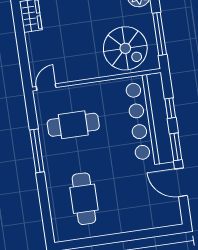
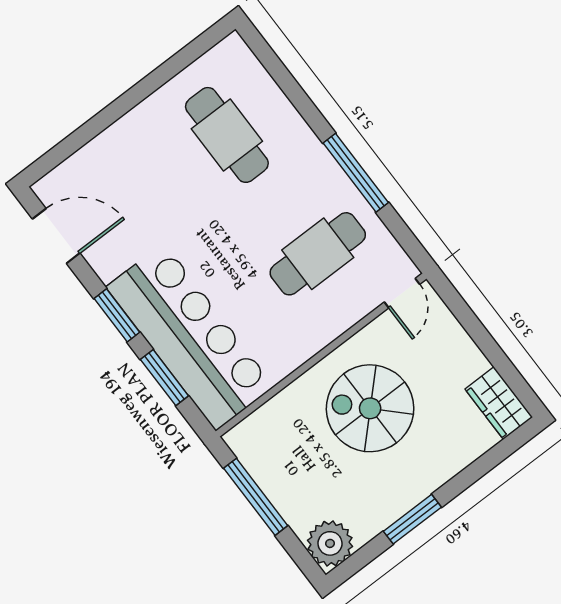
spiral stairs: (125, 48) -> (370, 408), moved
window: (170, 108) -> (164, 378), width x1.50
door: (181, 182) -> (56, 236), moved

